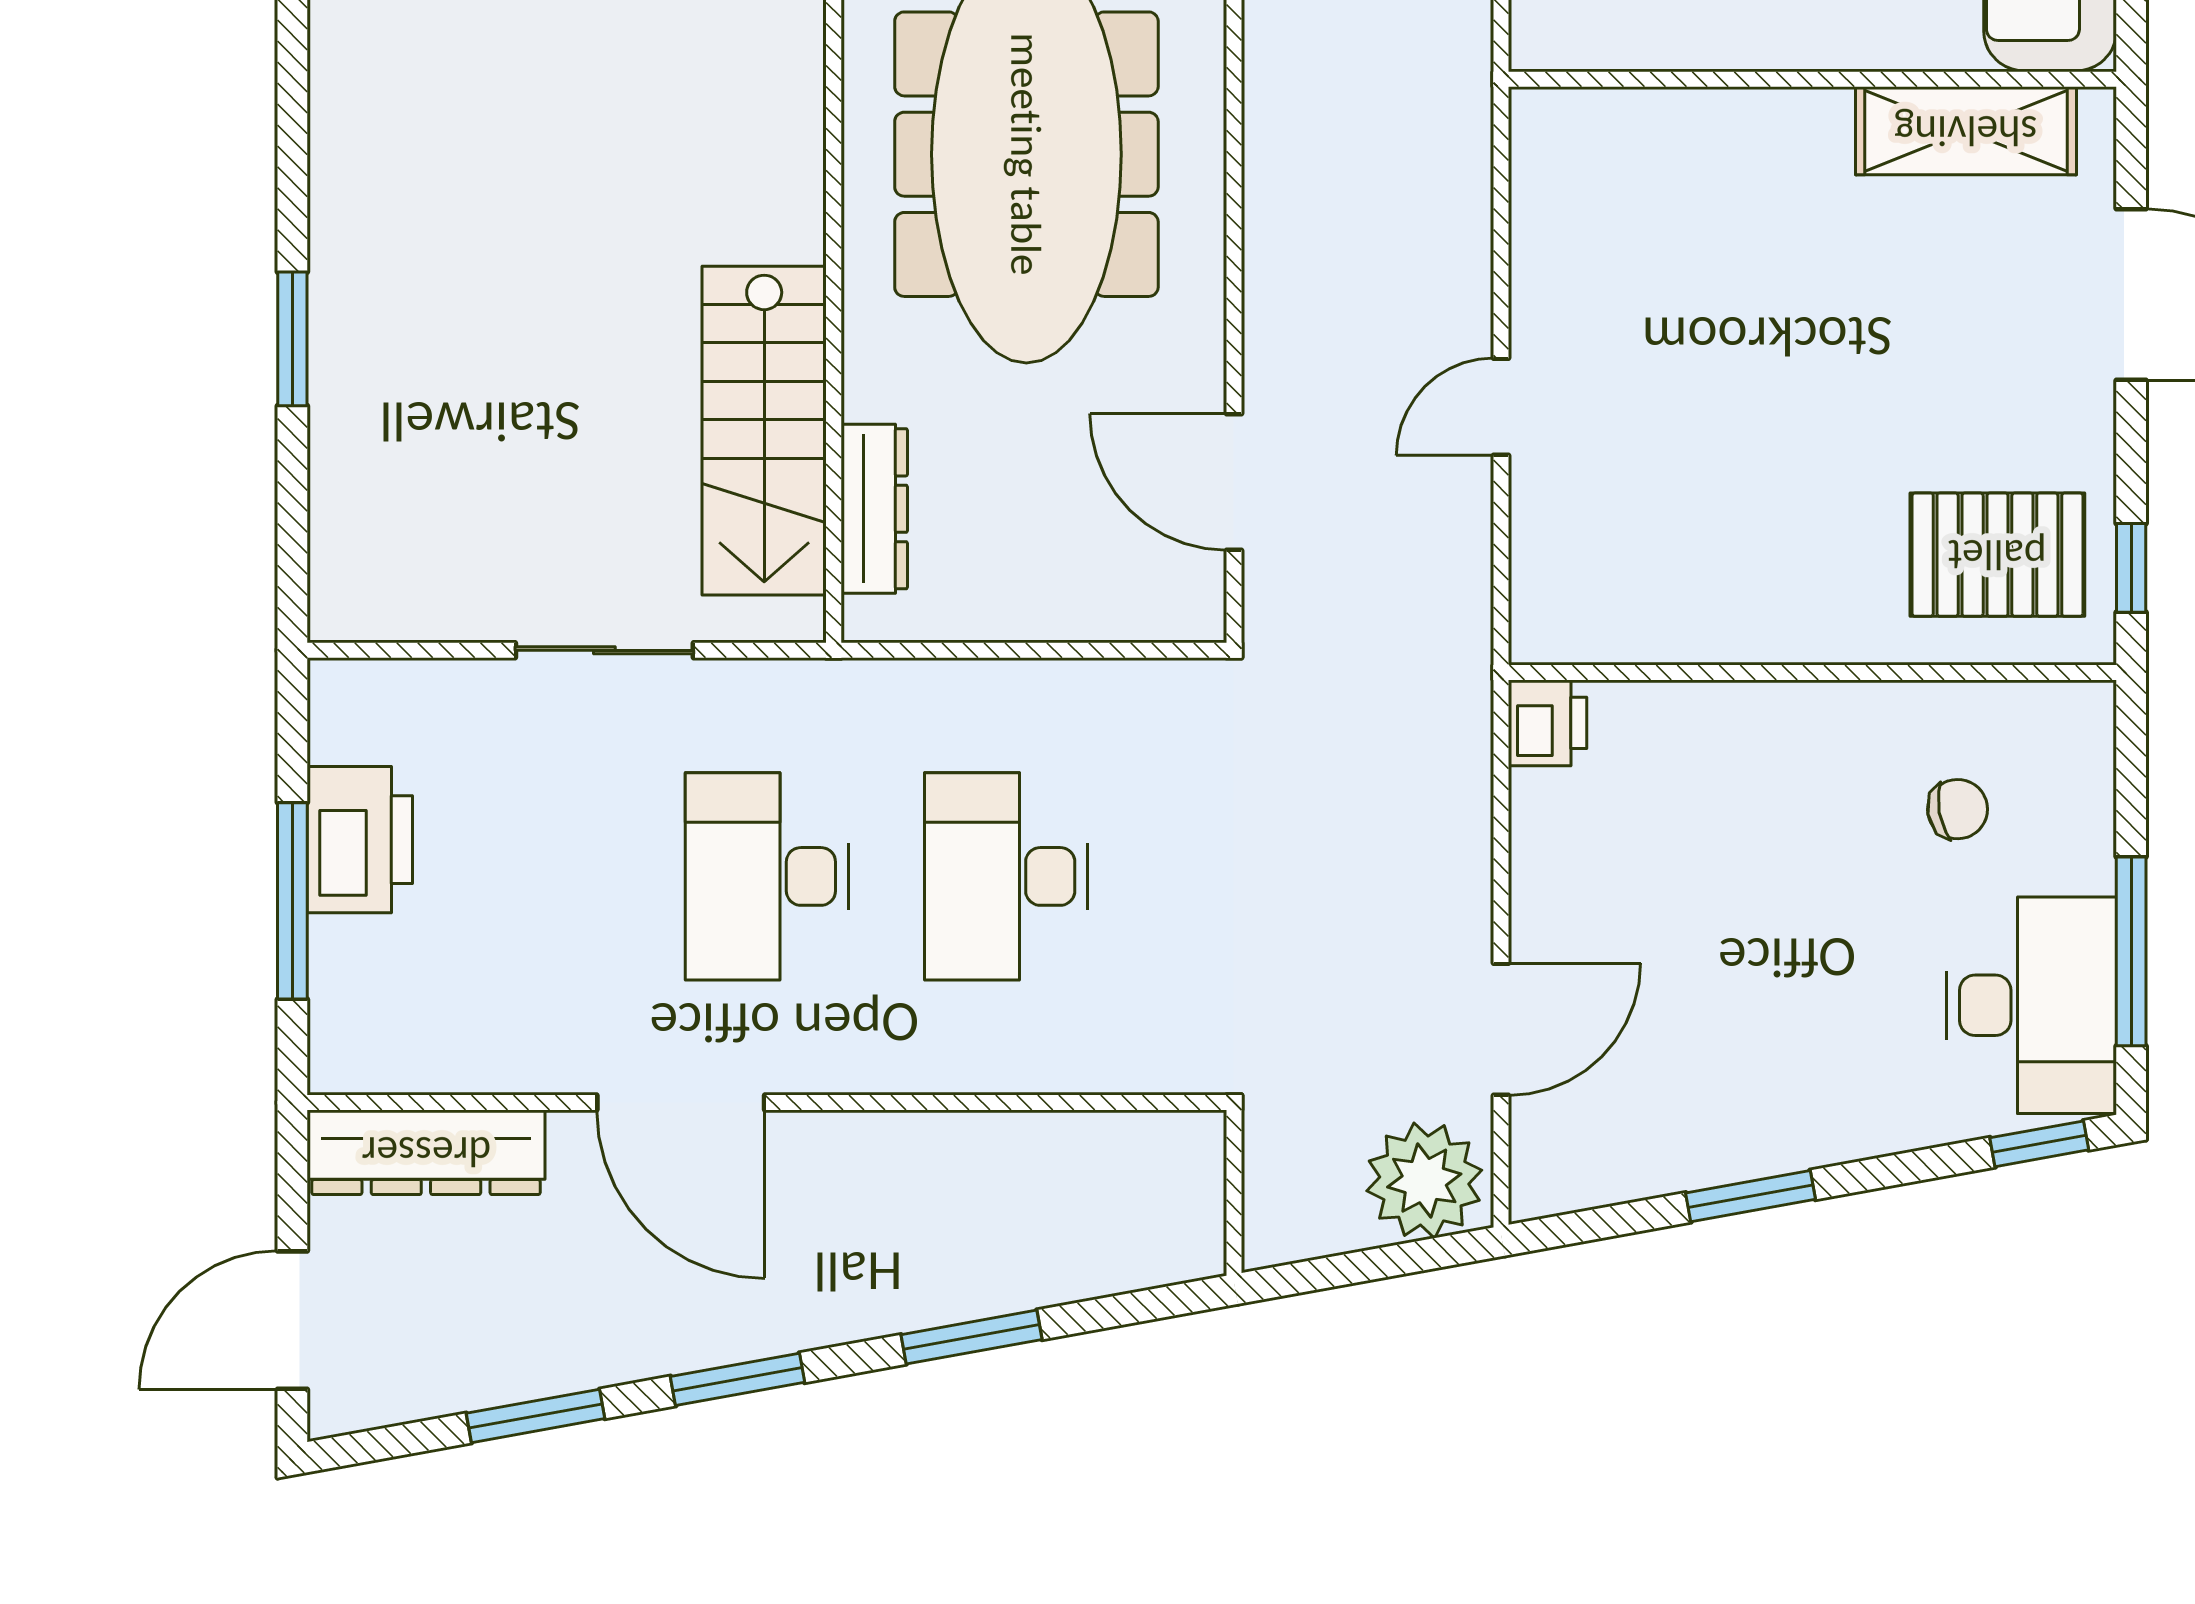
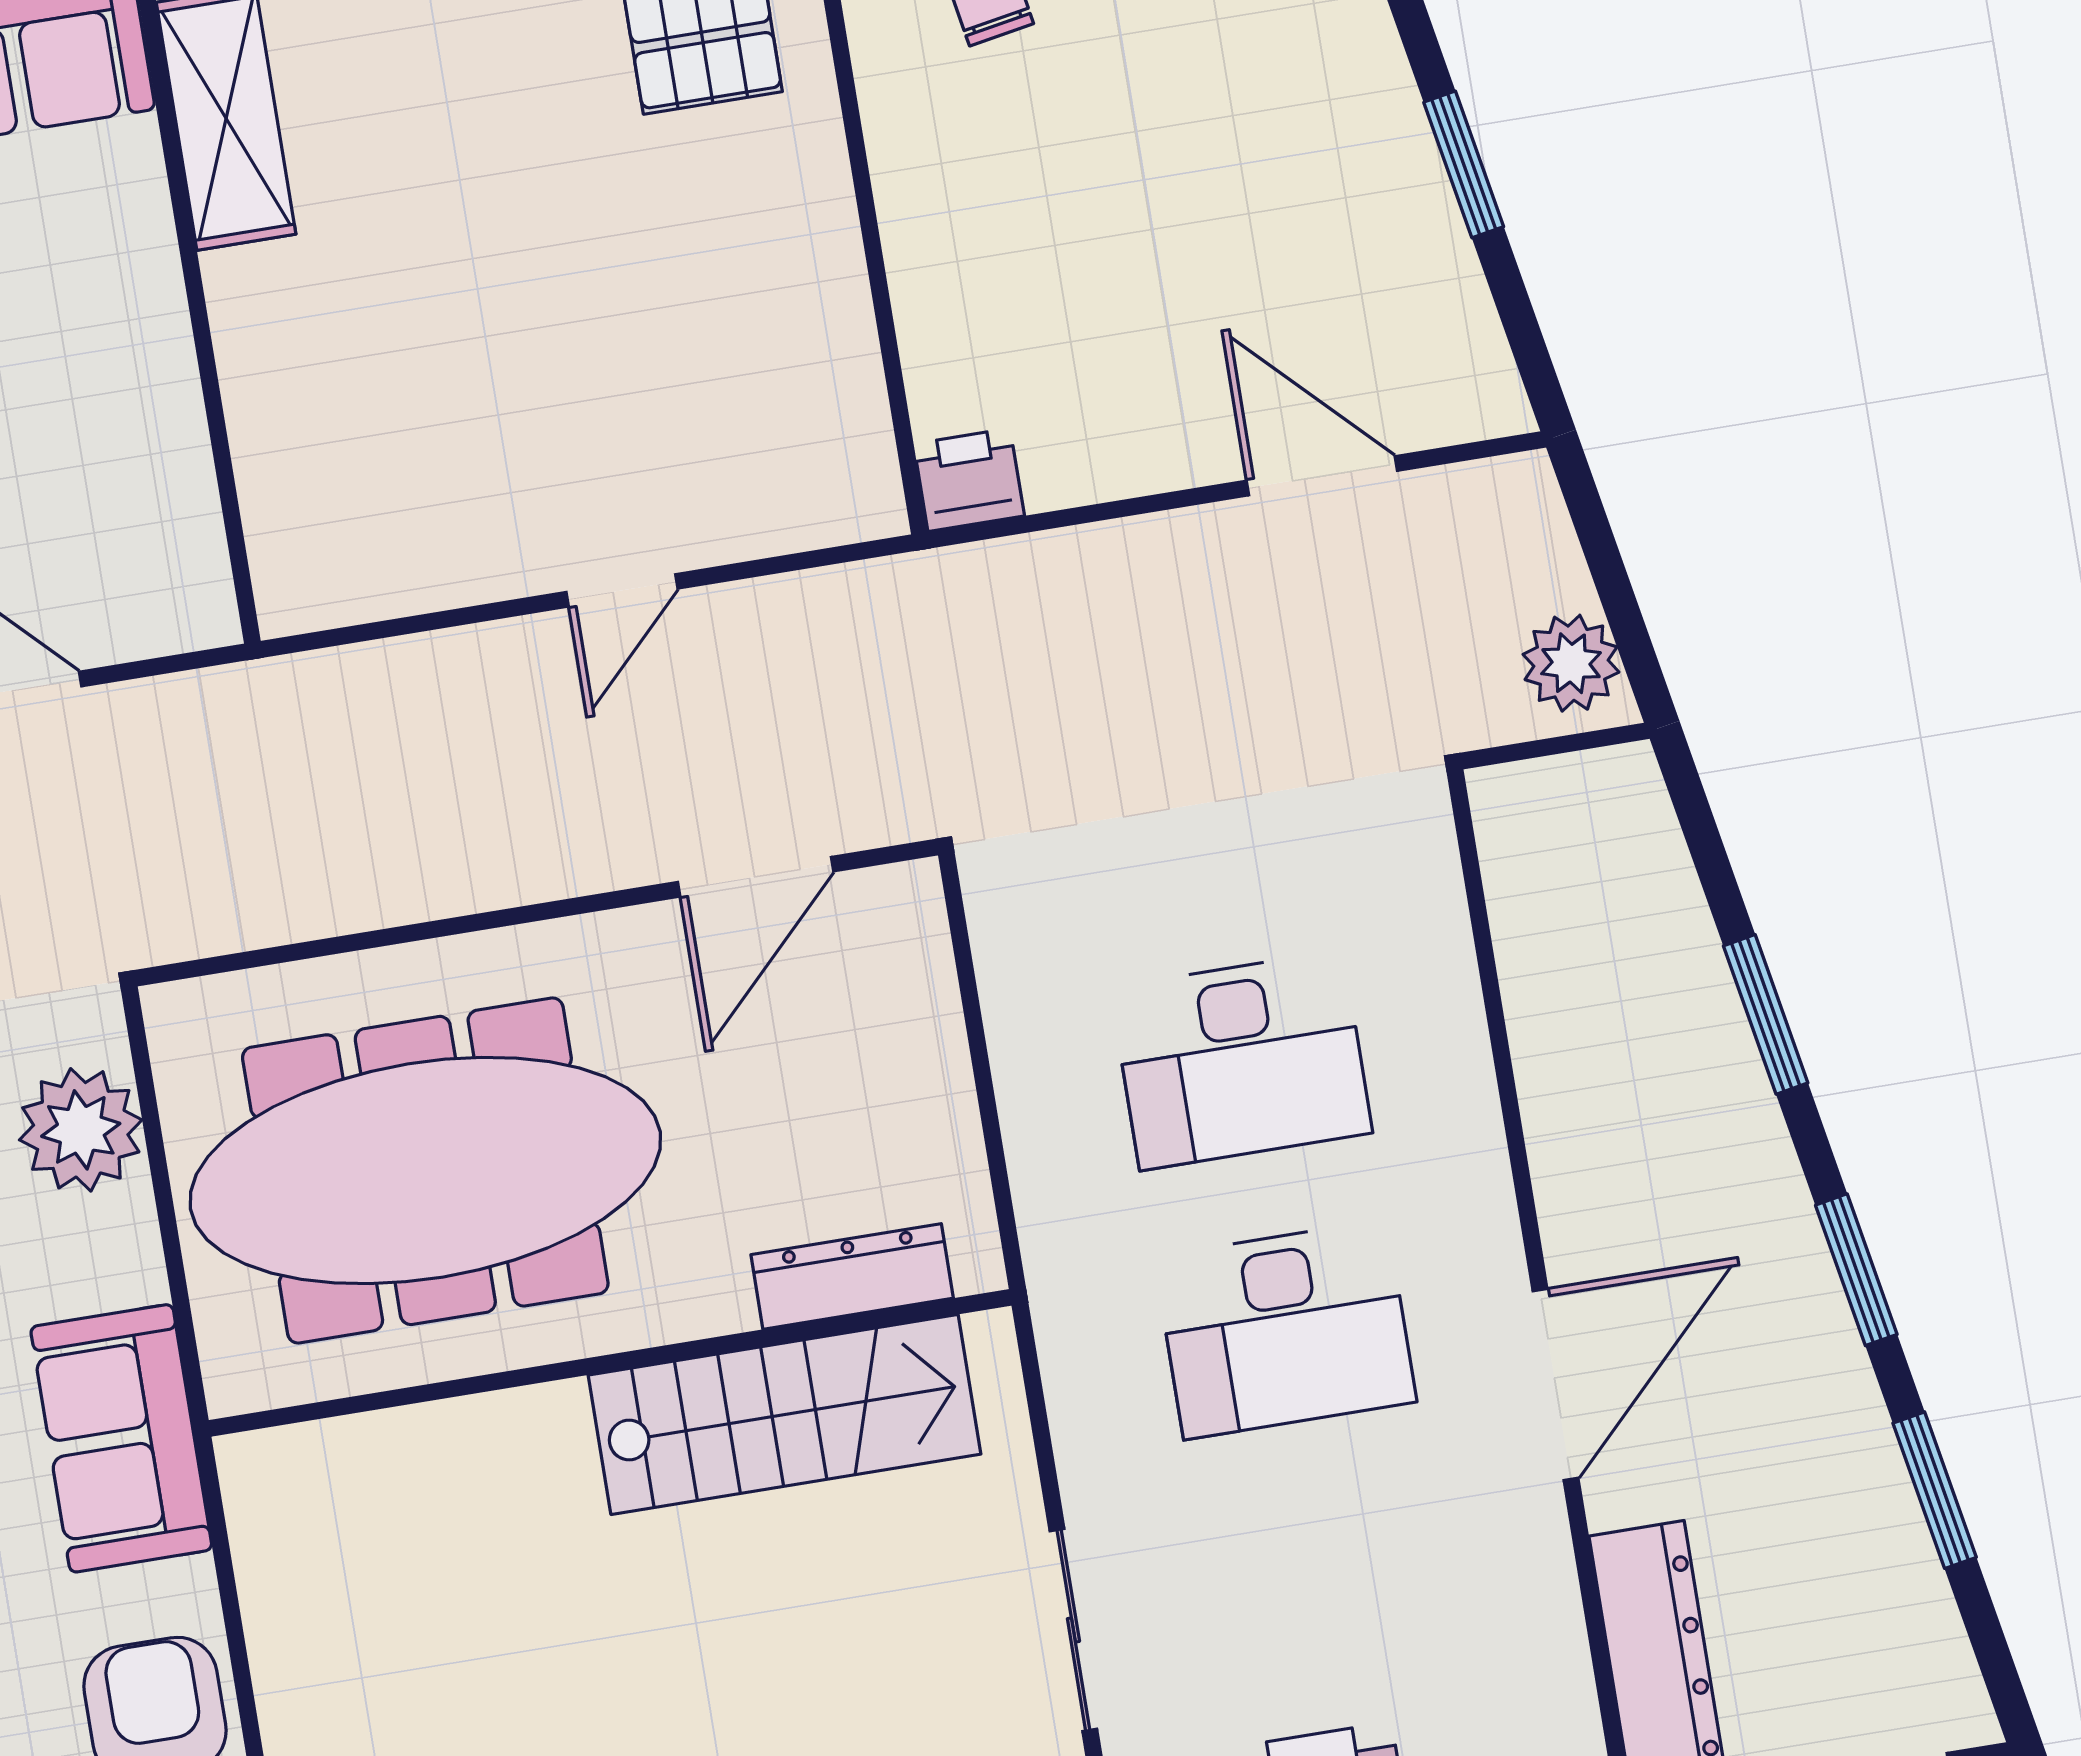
door: (1501, 407) -> (622, 590), hinge flipped
sliding door: (604, 650) -> (1073, 1630), moved
plant: (1424, 1181) -> (1571, 663), moved, width x0.73, depth x0.73

